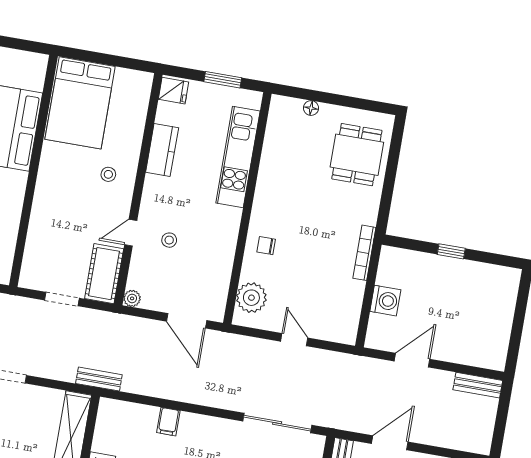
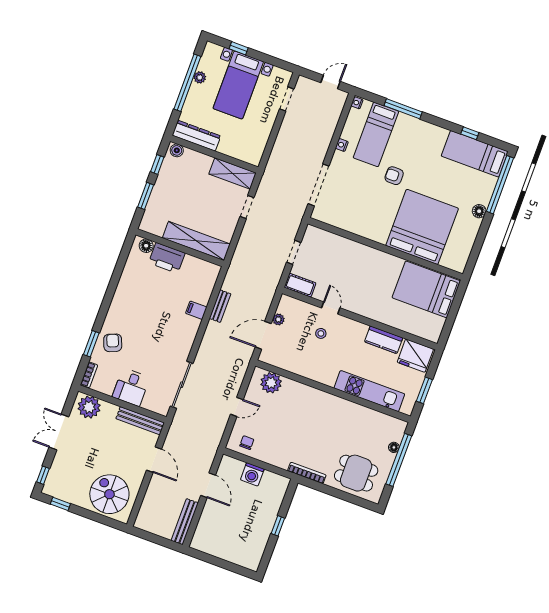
fridge: (173, 91) -> (415, 356), width x1.88, depth x1.34
window: (327, 98) -> (399, 460), added
stool: (108, 174) -> (374, 300), removed
chair: (266, 246) -> (247, 443), moved
bookcase: (364, 253) -> (307, 473), moved
cot: (104, 274) -> (300, 285), width x0.73, depth x0.75
plant: (132, 298) -> (278, 319), moved
bench: (99, 379) -> (220, 306), moved
bench: (478, 385) -> (185, 522), width x1.36

